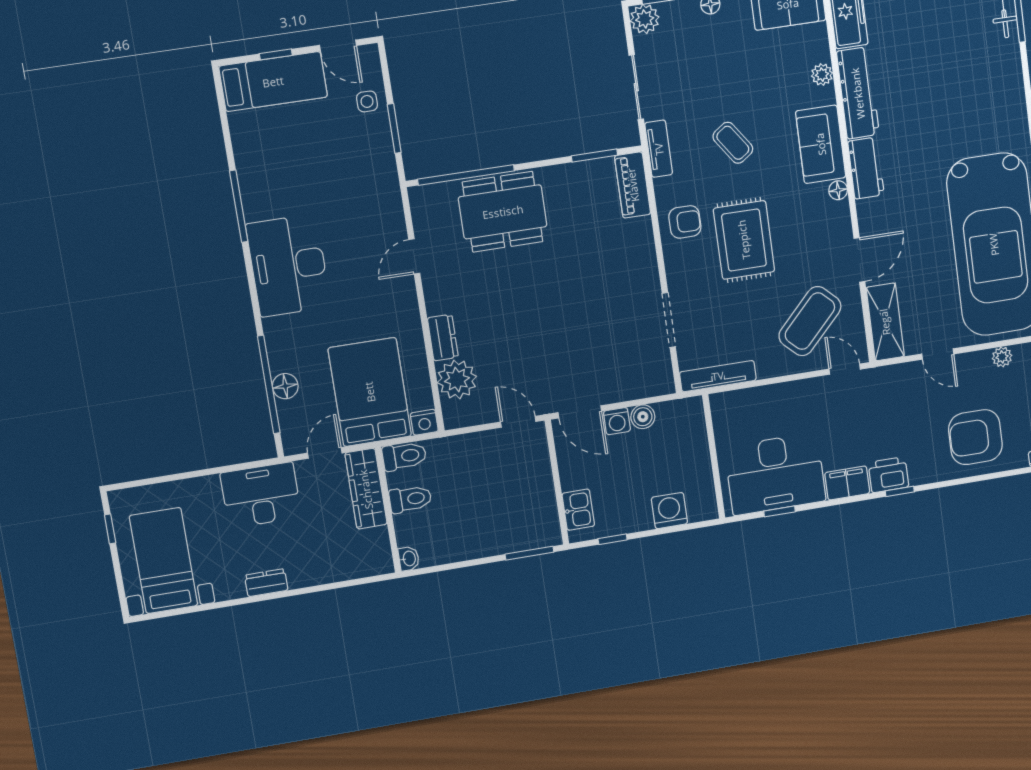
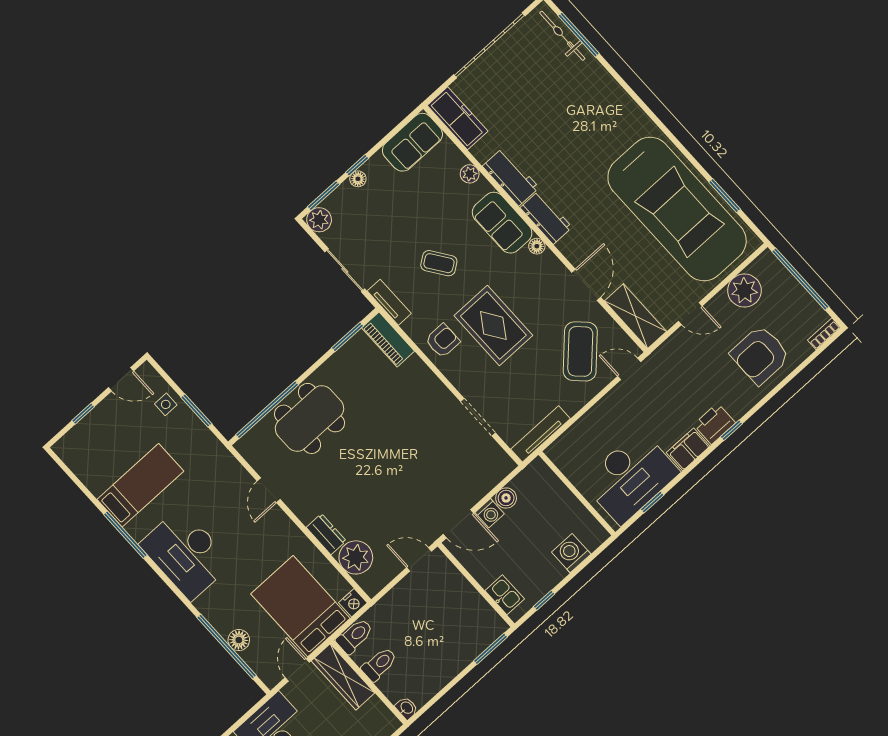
bed: (273, 82) -> (140, 485), moved
workbench: (858, 93) -> (511, 177), width x0.73
plant: (1002, 357) -> (744, 290), width x1.88, depth x1.88

